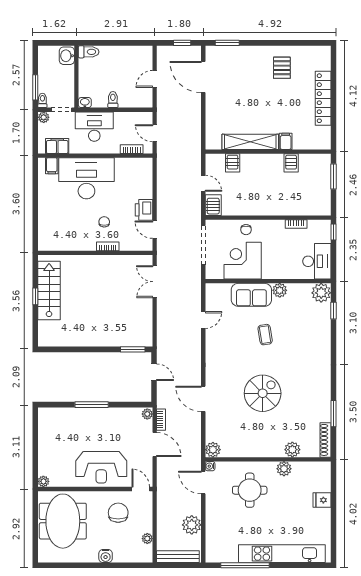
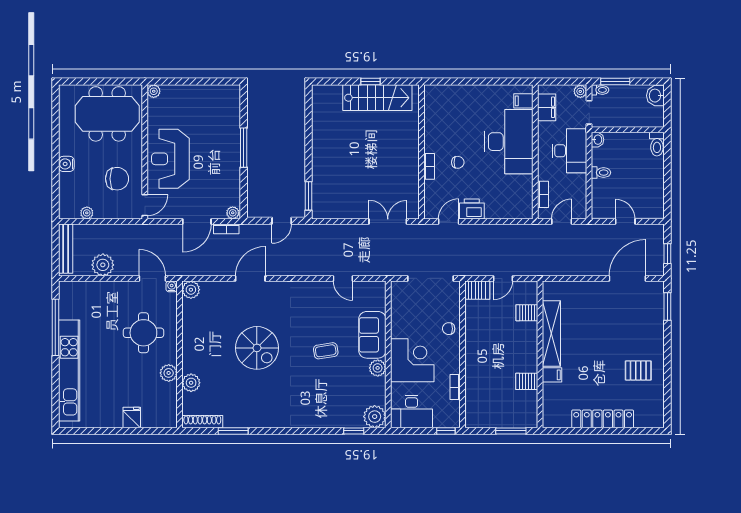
washbasin: (67, 56) -> (655, 96), moved, turned -90
corner desk: (243, 261) -> (412, 360), moved
door: (203, 483) -> (152, 278), hinge flipped

